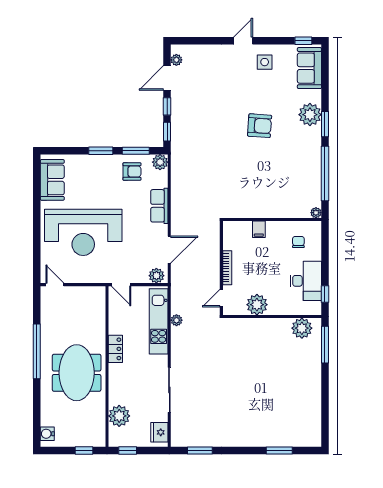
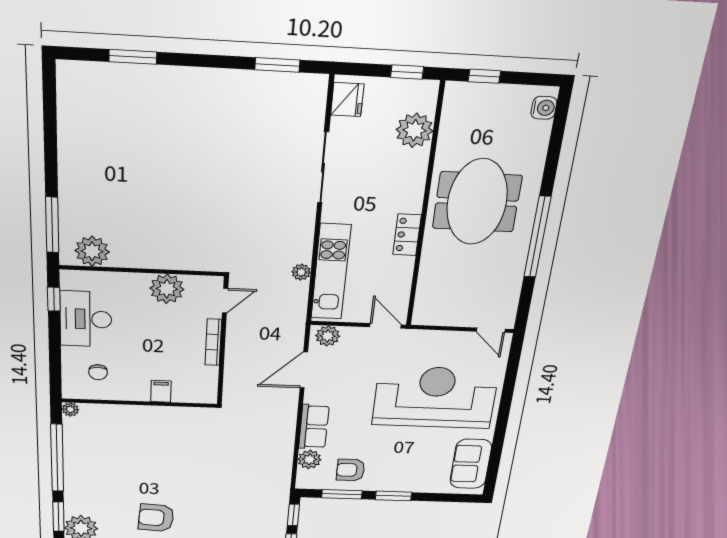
plant: (160, 162) -> (309, 459), moved

